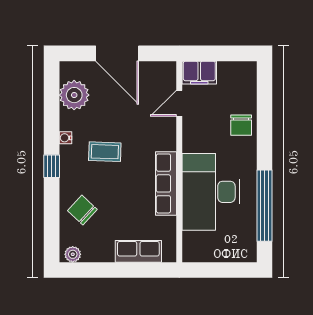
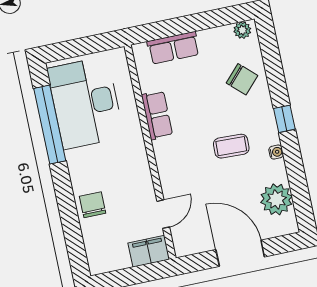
row of seats: (166, 183) -> (157, 115), width x0.68
desk: (211, 192) -> (86, 103), moved, turned 180

